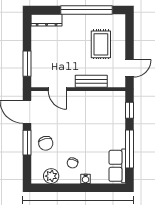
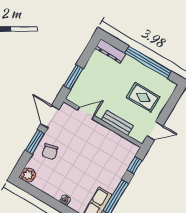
rug: (101, 44) -> (143, 97), turned 90
door: (57, 89) -> (86, 113), swing flipped
chair: (73, 163) -> (62, 181), removed
plant: (51, 176) -> (28, 175), moved

